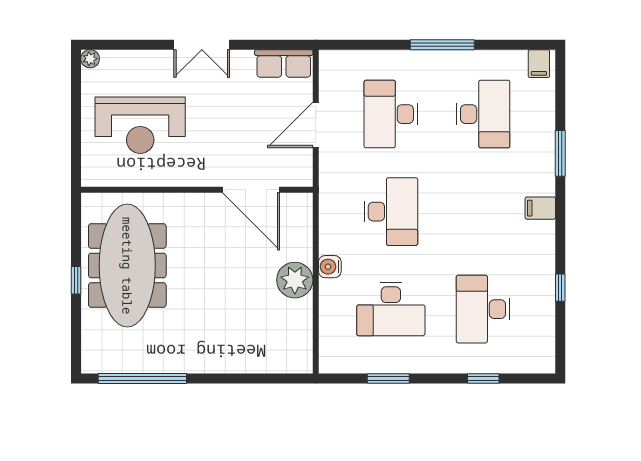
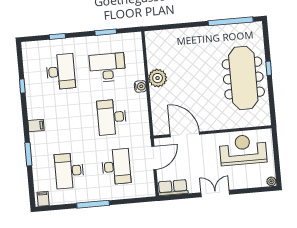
wall: (197, 190) -> (212, 132), moved
door: (251, 190) -> (185, 134), moved

